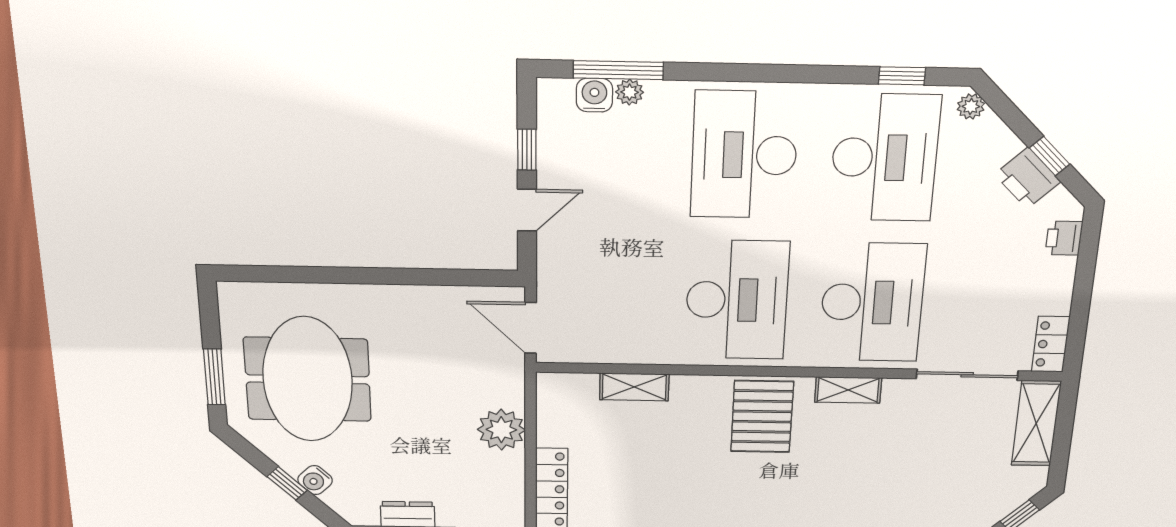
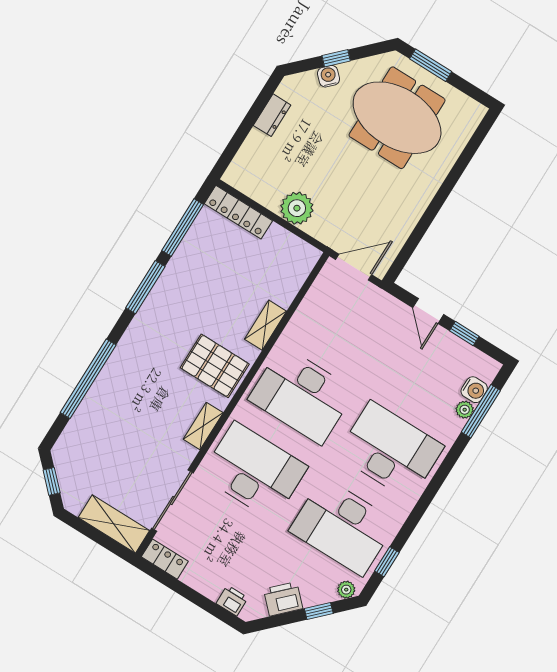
window: (1050, 156) -> (319, 611), moved
desk: (872, 302) -> (254, 471), turned 180
shelving: (634, 387) -> (266, 325), moved

